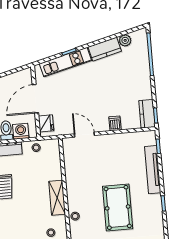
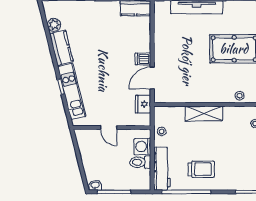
door: (35, 99) -> (109, 128), width x0.53
fridge: (46, 123) -> (143, 104), moved, turned -90
dishwasher: (115, 123) -> (143, 59), moved
shelving: (57, 198) -> (204, 113), moved

